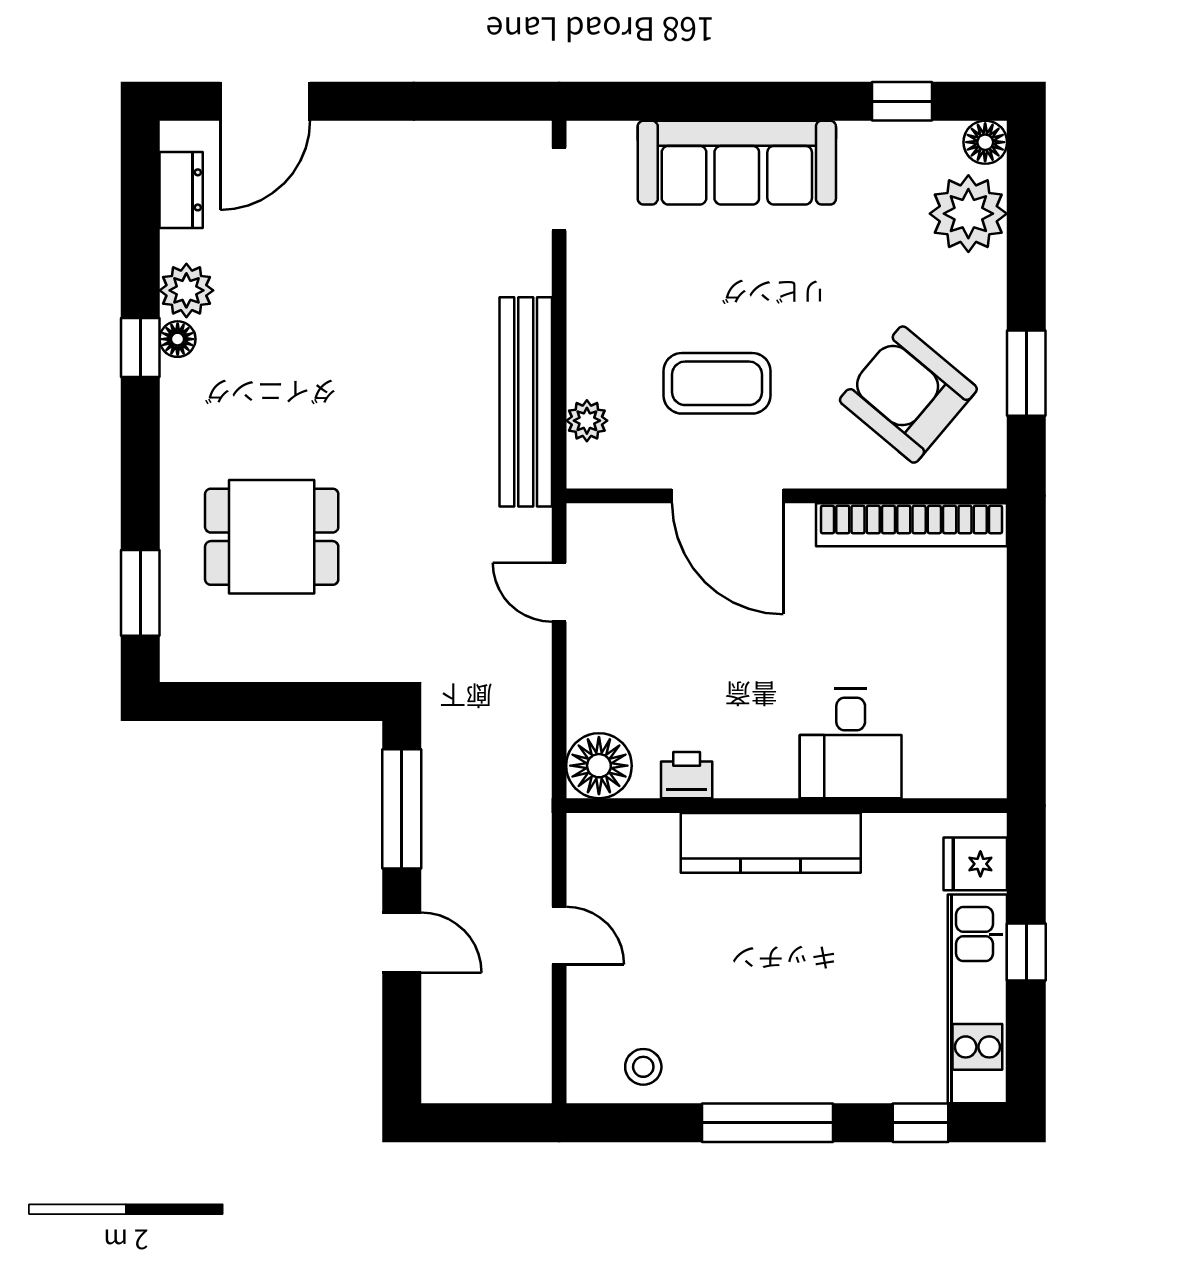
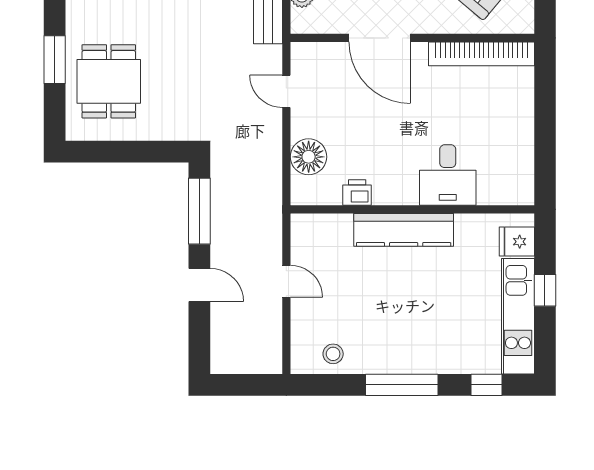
dining table: (272, 537) -> (109, 81), moved, turned 90
window: (140, 593) -> (55, 60), moved
floor lamp: (599, 766) -> (309, 157), moved

